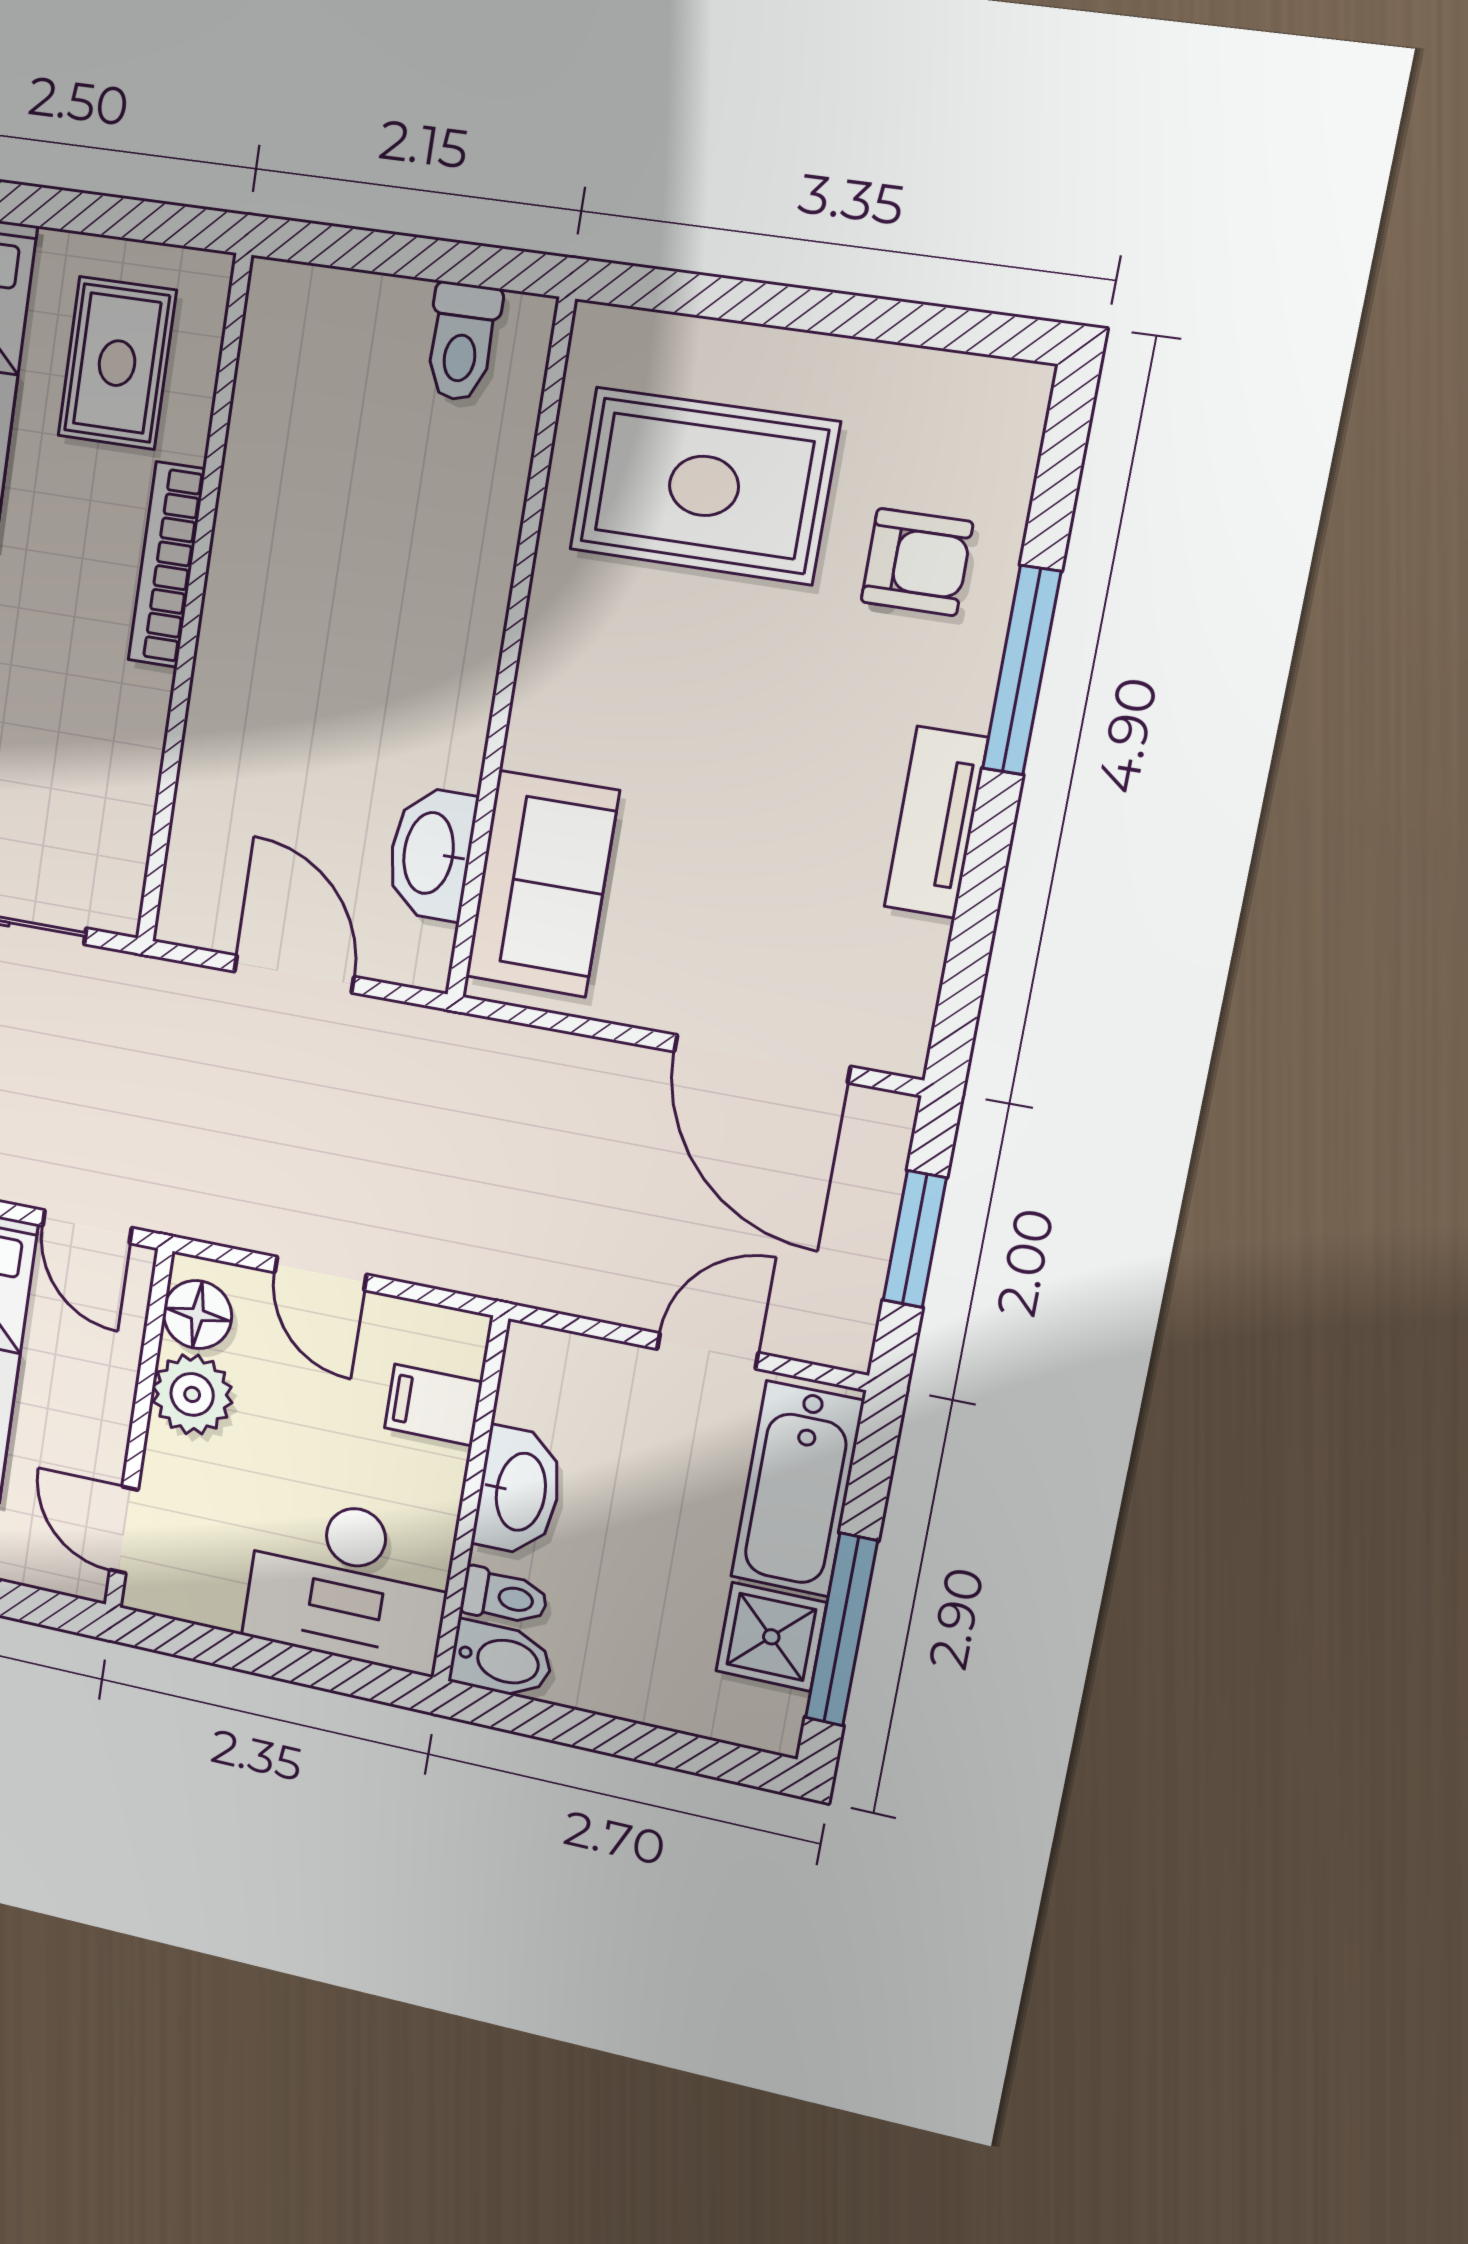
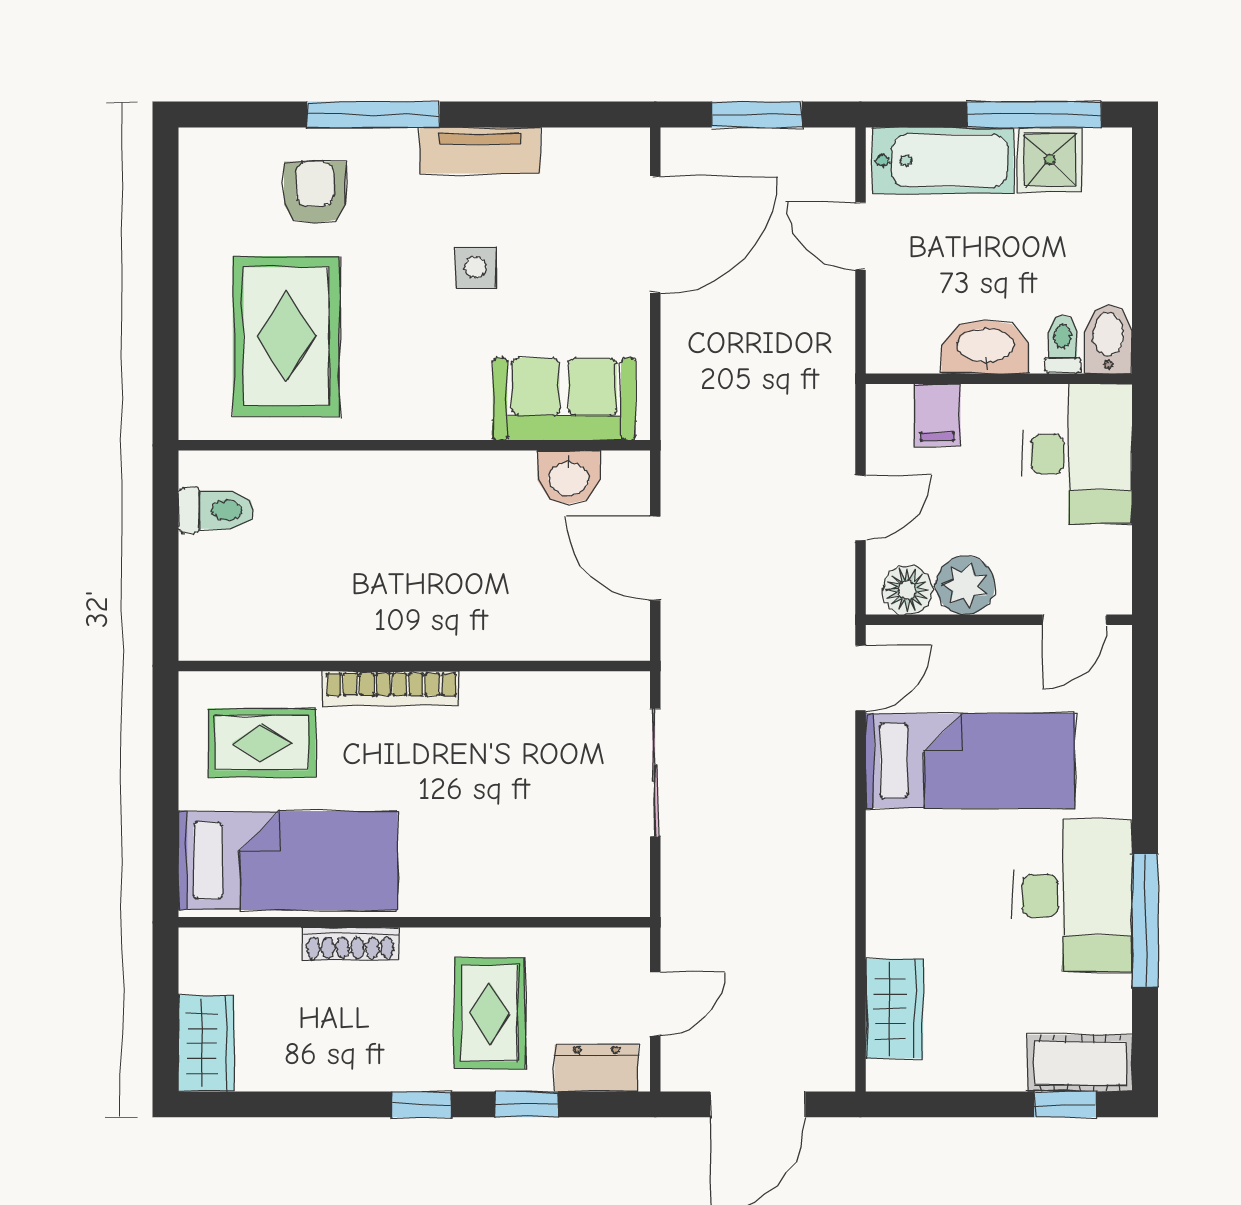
side table: (759, 787) -> (476, 267), added
washbasin: (431, 853) -> (569, 477), width x0.72
door: (294, 974) -> (655, 558), hinge flipped

